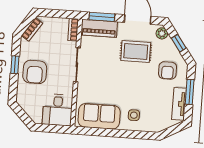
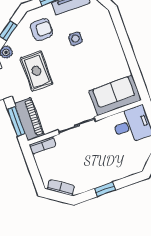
armchair: (35, 72) -> (103, 165), removed
side table: (134, 115) -> (75, 39), moved
sofa: (99, 116) -> (115, 95), moved, turned 90

